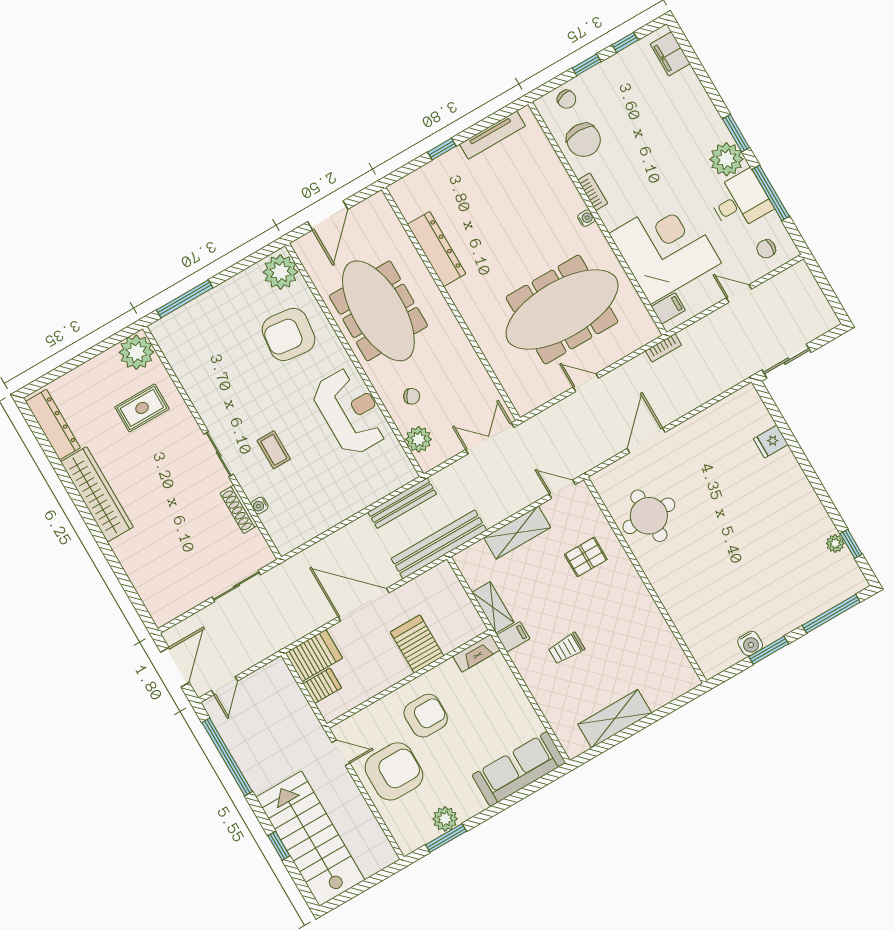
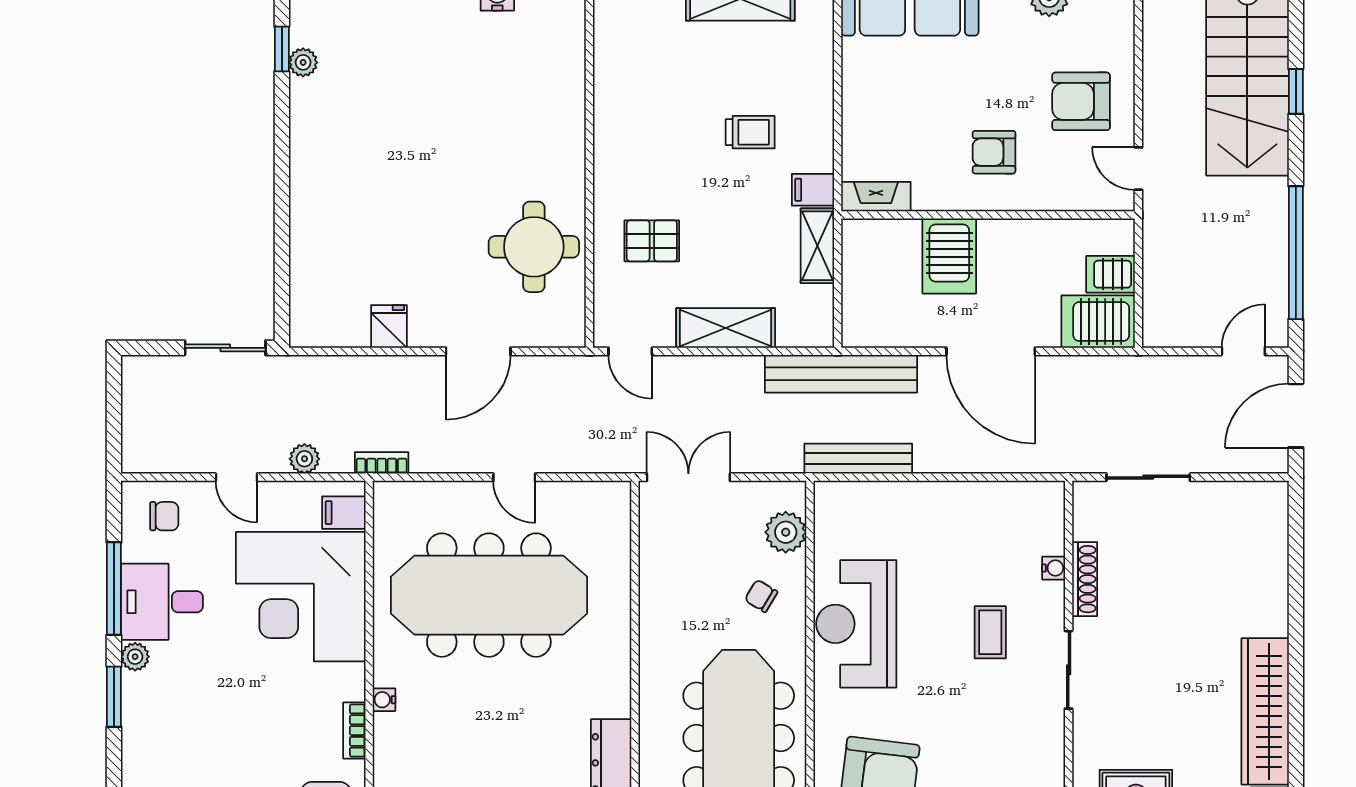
plant: (726, 159) -> (135, 657), width x0.53, depth x0.53
plant: (707, 325) -> (304, 459), added
double door: (490, 438) -> (688, 477), swing flipped
fridge: (771, 442) -> (389, 326), moved, turned -90
armchair: (426, 716) -> (994, 152), width x0.72, depth x0.72
armchair: (394, 771) -> (1081, 101), width x0.73, depth x0.73

